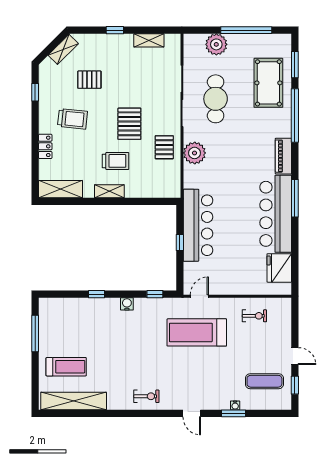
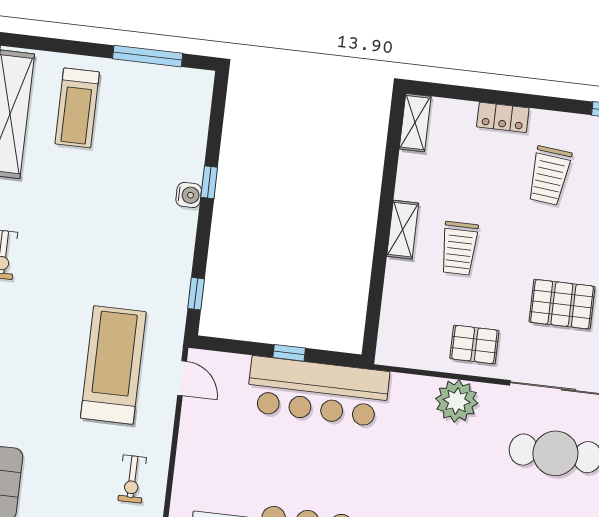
pallet: (129, 124) -> (562, 304), moved
shelving: (61, 189) -> (415, 123), width x0.67, depth x0.75
water cooler: (127, 304) -> (189, 195), moved

